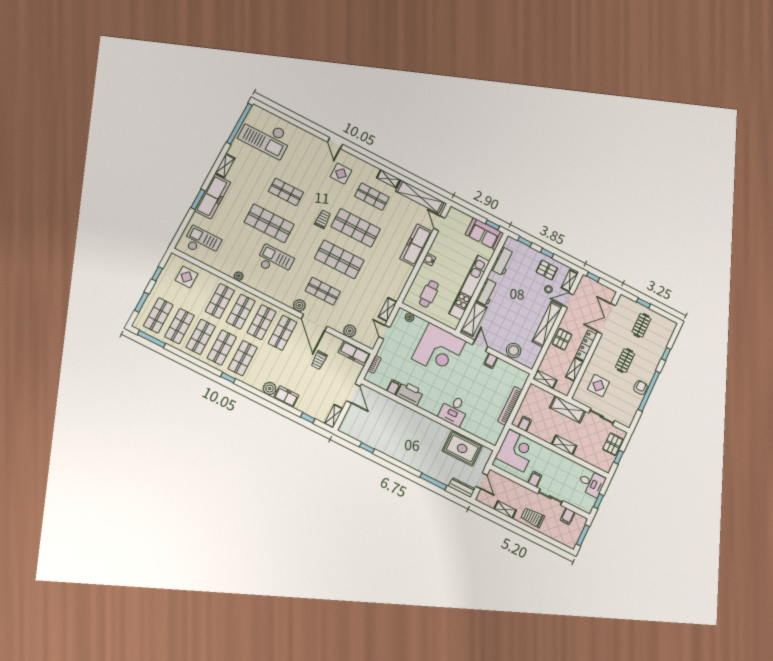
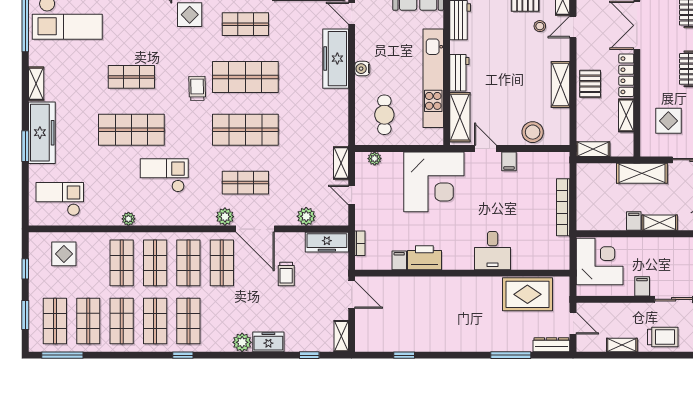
shelving: (547, 324) -> (560, 85), width x0.68
filing cabinet: (525, 424) -> (634, 221), moved
trolley: (533, 517) -> (663, 337), turned 180

